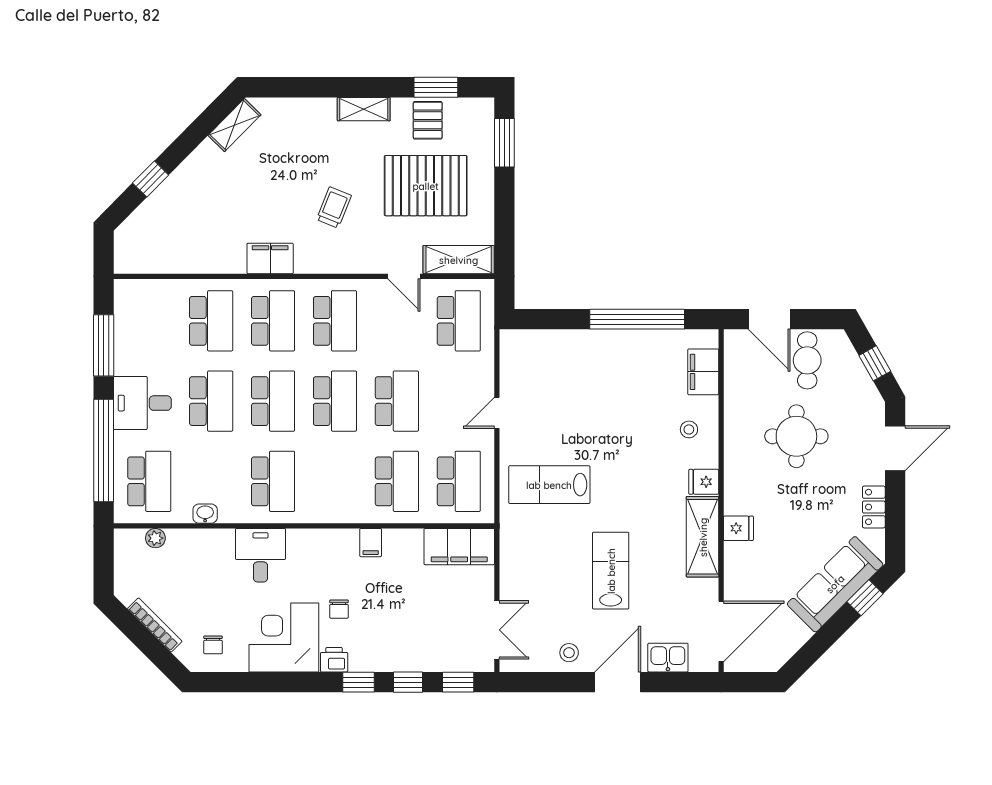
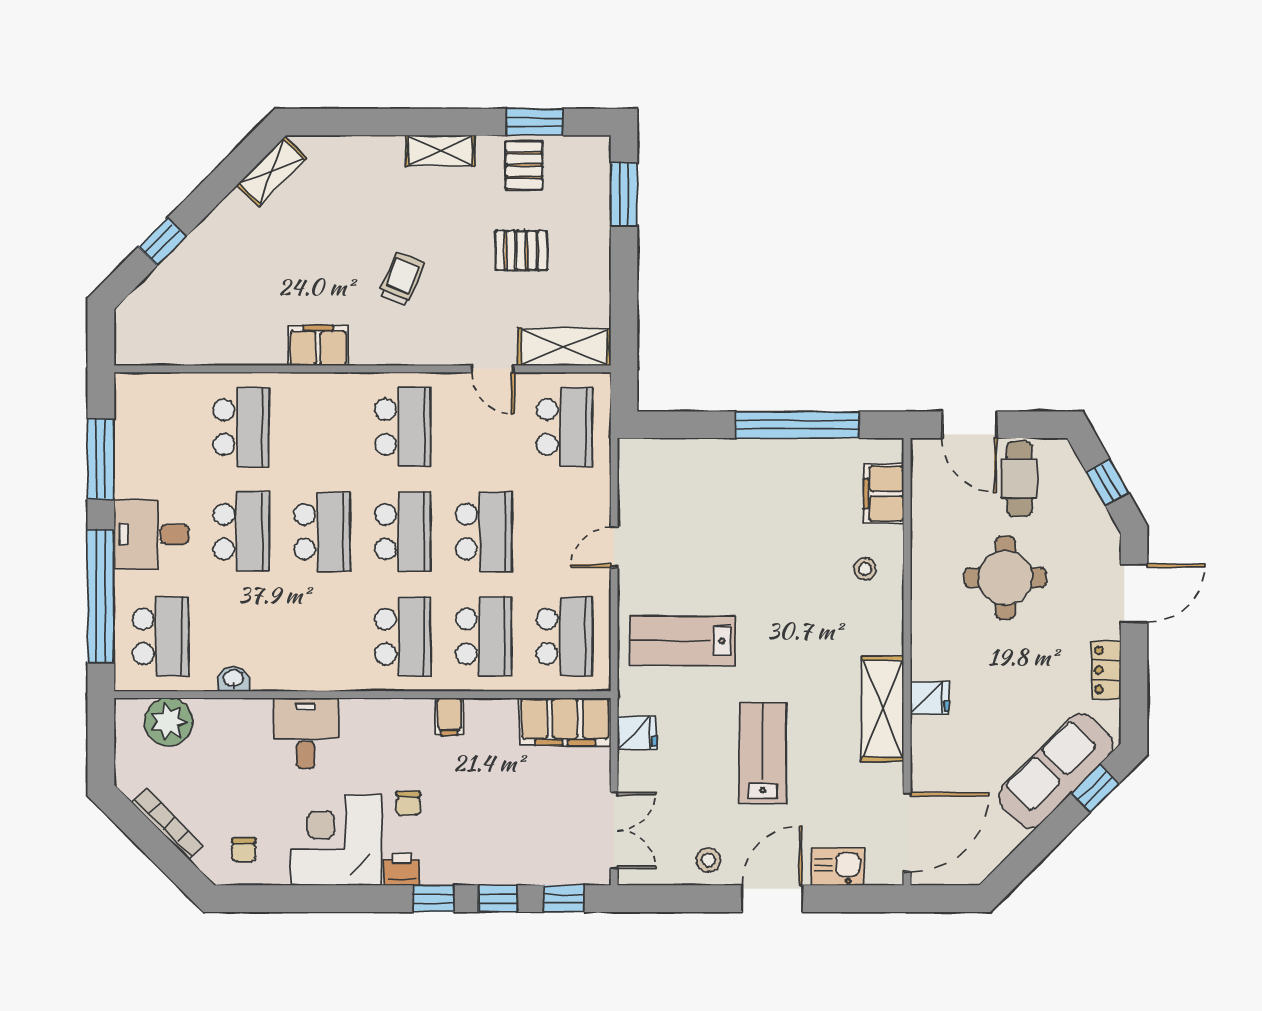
pallet: (426, 186) -> (521, 250), width x0.49, depth x0.50
school desk: (273, 321) -> (322, 427), removed
school desk: (273, 481) -> (403, 636), moved
fridge: (704, 482) -> (637, 733), moved, turned 180
plant: (155, 538) -> (168, 722), width x1.88, depth x1.88

